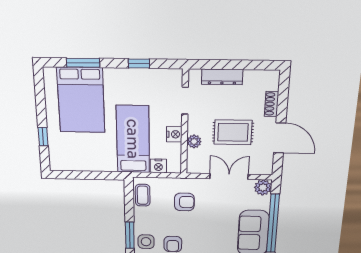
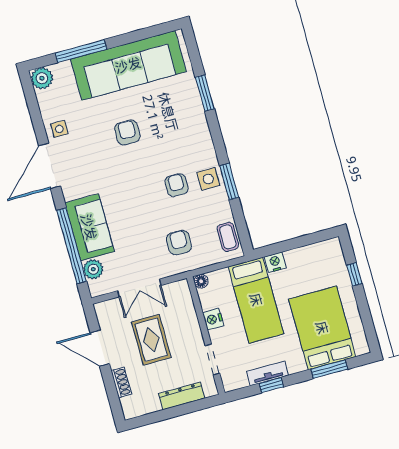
tv unit: (140, 75) -> (267, 373), added
rug: (233, 132) -> (151, 340), turned 90
plant: (194, 141) -> (190, 317), removed
nightstand: (158, 166) -> (275, 262), moved
floor lamp: (175, 167) -> (201, 281), added
plant: (263, 187) -> (93, 269), moved
armchair: (184, 202) -> (179, 243), turned 92

